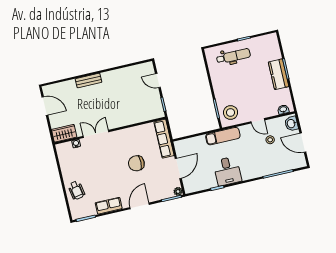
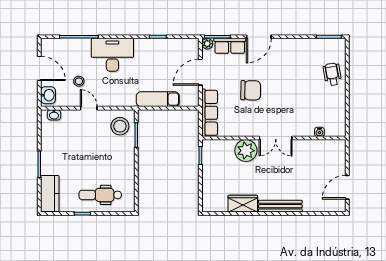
kitchen counter: (279, 74) -> (50, 193), moved
bench: (89, 81) -> (280, 206), width x1.36
door: (158, 81) -> (200, 186), removed
door: (45, 106) -> (347, 187), hinge flipped
plant: (129, 116) -> (246, 151), added
wardrobe: (64, 133) -> (243, 204), moved, turned 180
double door: (96, 134) -> (276, 138), moved
exam couch: (223, 136) -> (158, 99), moved
desk: (227, 171) -> (112, 55), moved, width x1.37
row of seats: (109, 206) -> (230, 46), moved

